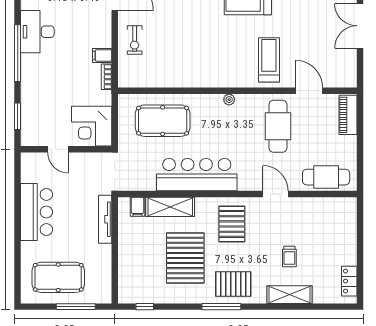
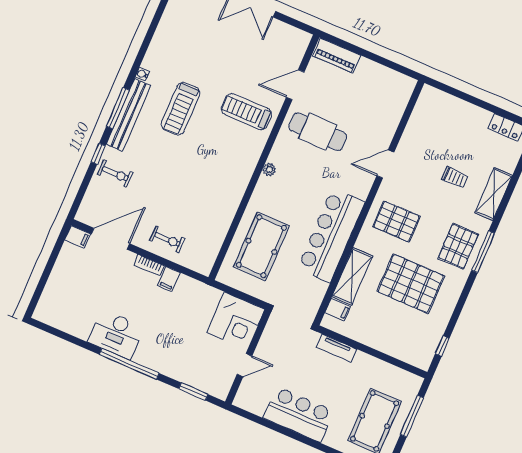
bookcase: (106, 77) -> (149, 265), moved
cafe table: (326, 177) -> (390, 105), removed
tv unit: (105, 219) -> (336, 348), width x0.71
window: (221, 307) -> (483, 252), moved

